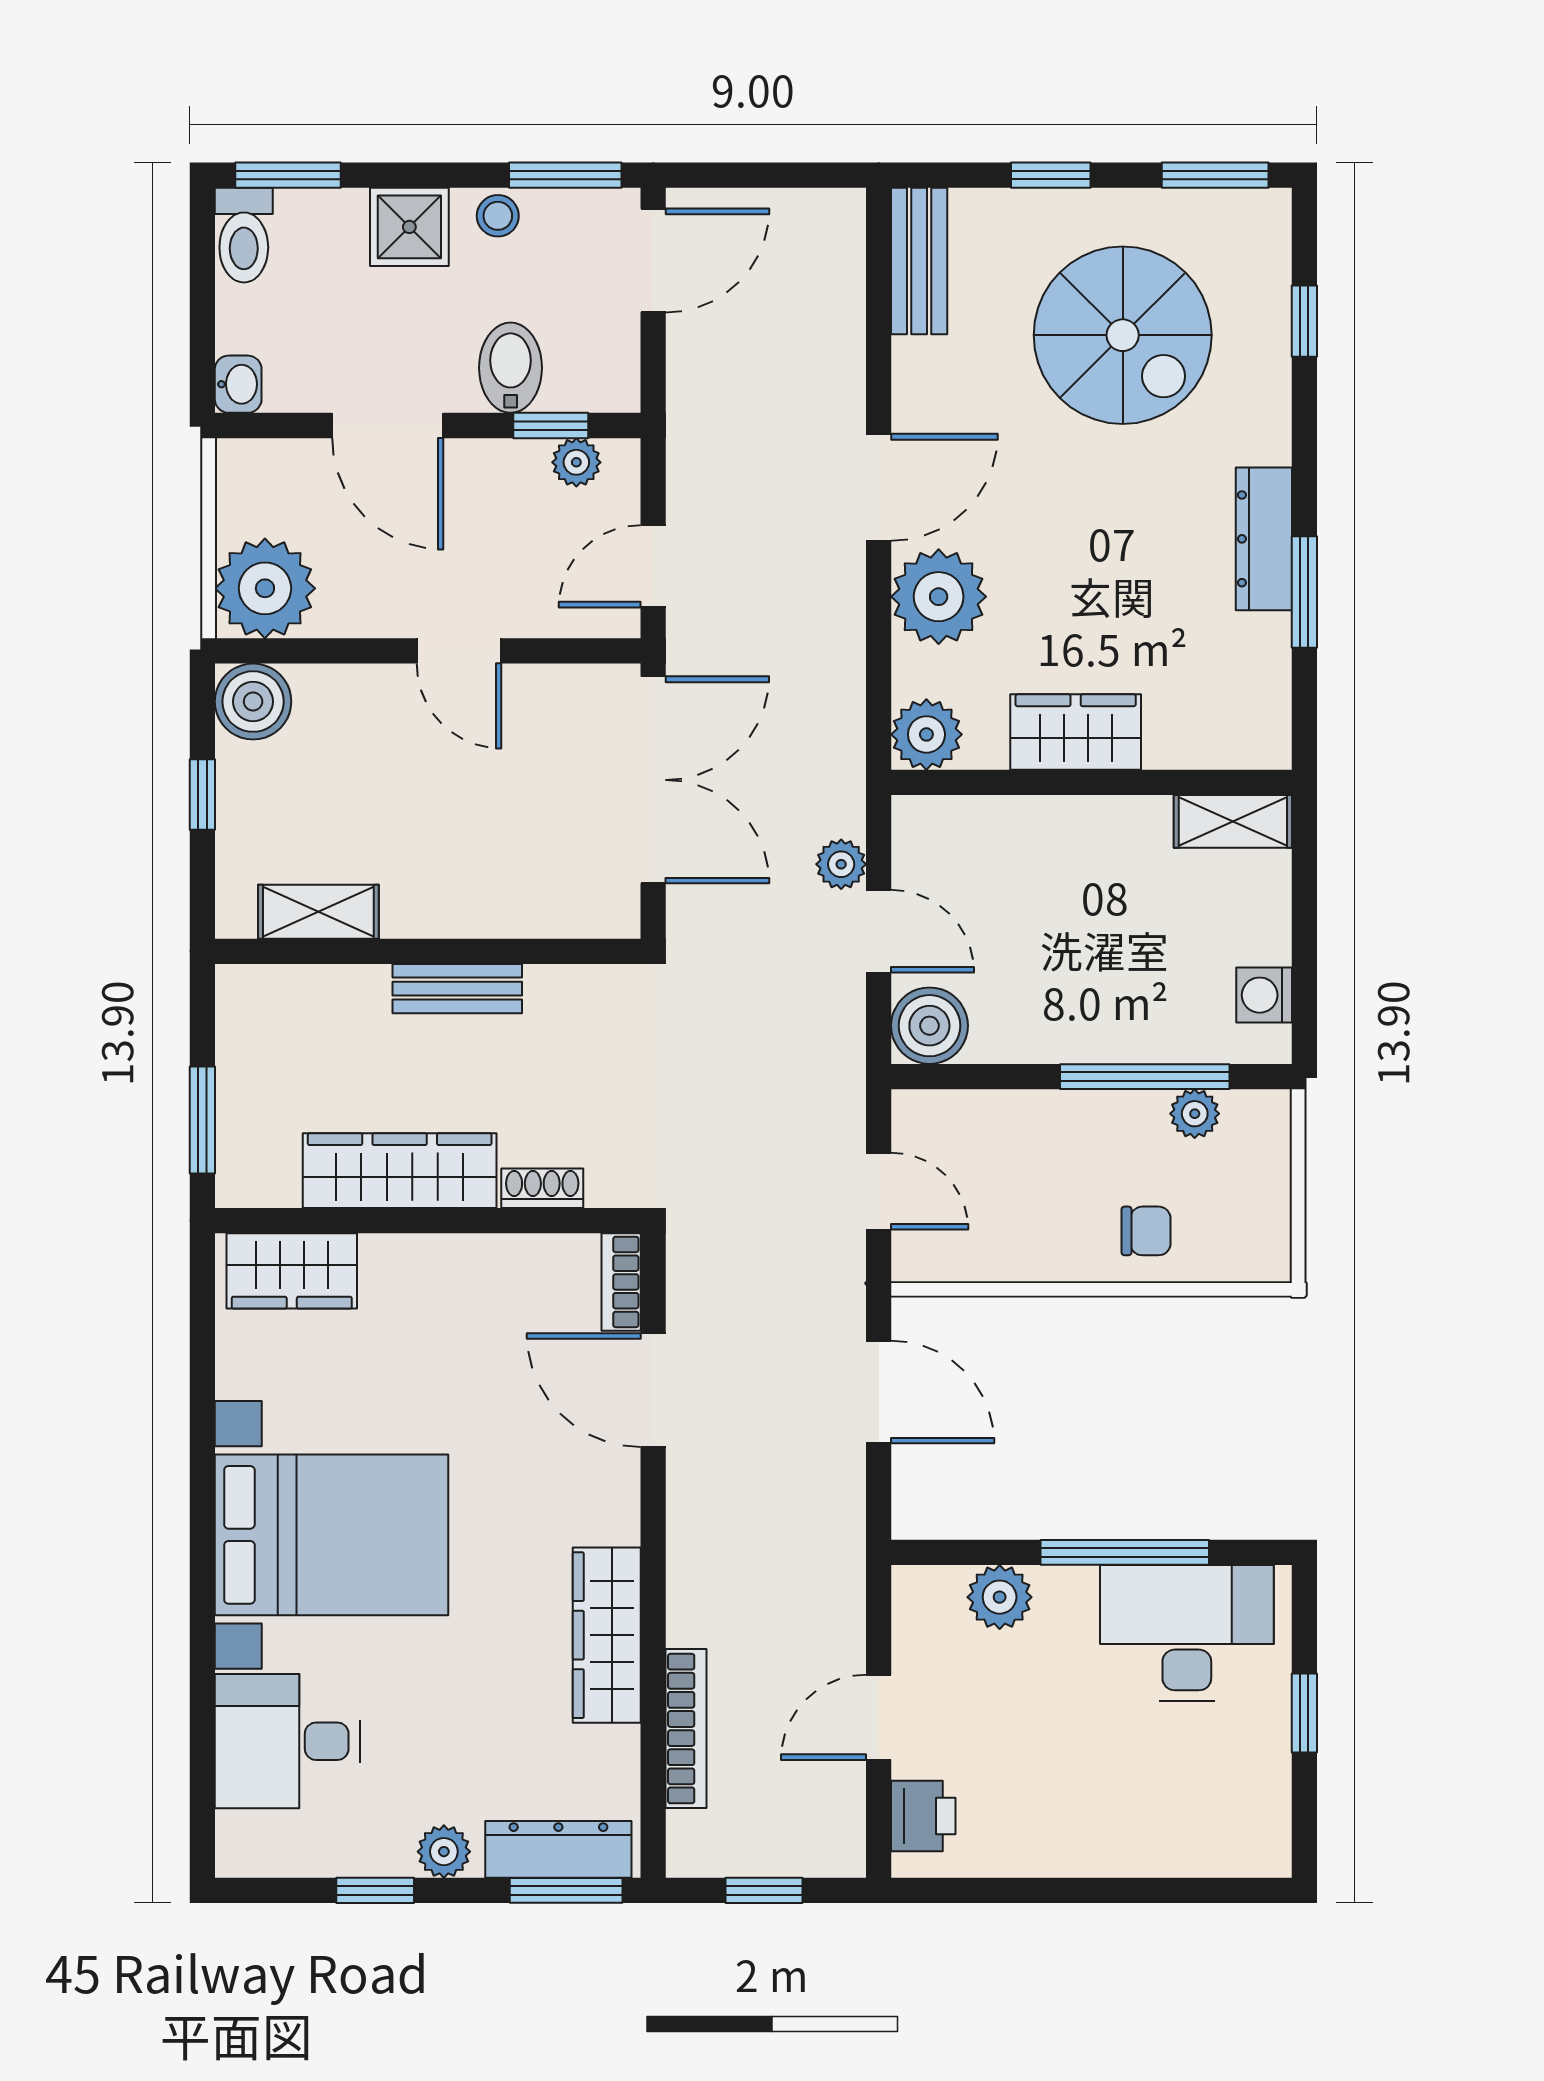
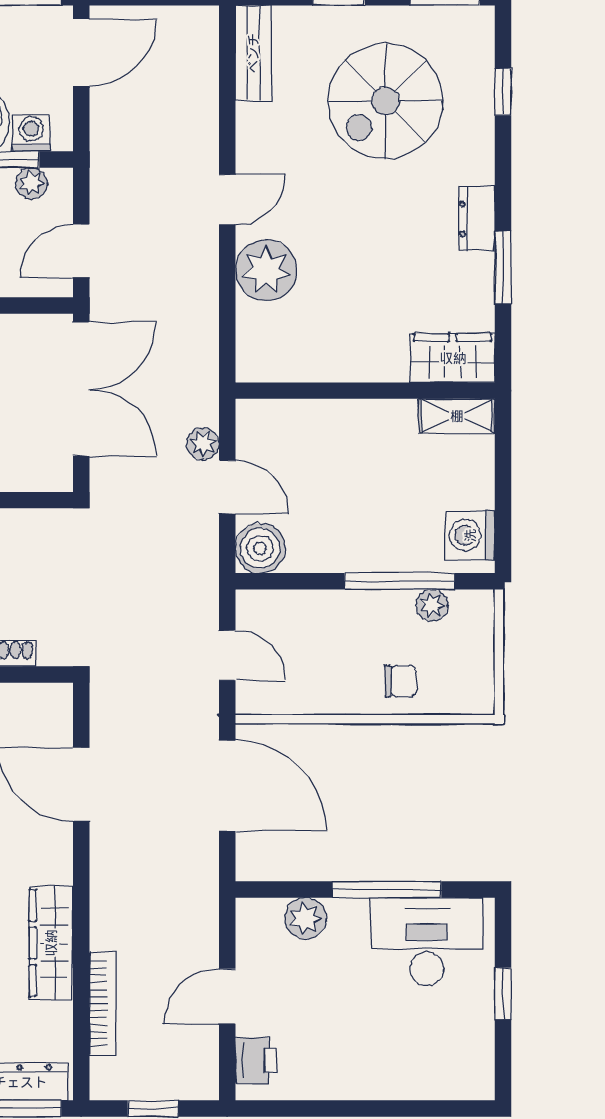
spiral stairs: (1123, 335) -> (385, 101), turned 90
washing machine: (576, 384) -> (31, 133), added
door: (879, 487) -> (227, 199), width x0.73
dresser: (1264, 539) -> (477, 219), width x0.70
wardrobe: (1076, 732) -> (453, 358), moved
plant: (926, 734) -> (258, 360), removed
washing machine: (1264, 995) -> (470, 535), width x1.38, depth x1.38
bookcase: (621, 1282) -> (60, 714), removed
door: (879, 1392) -> (227, 786), width x1.36

